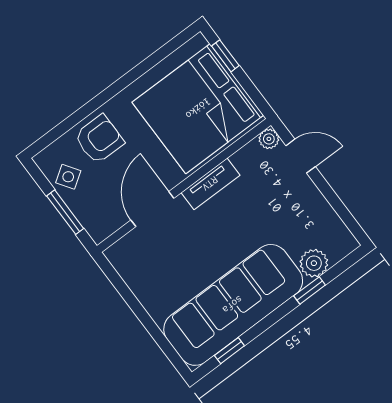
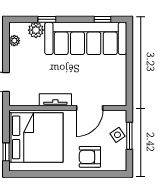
plant: (269, 139) -> (14, 41), moved
side table: (68, 177) -> (118, 135), moved

